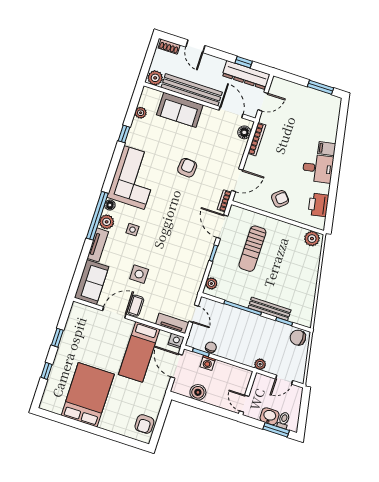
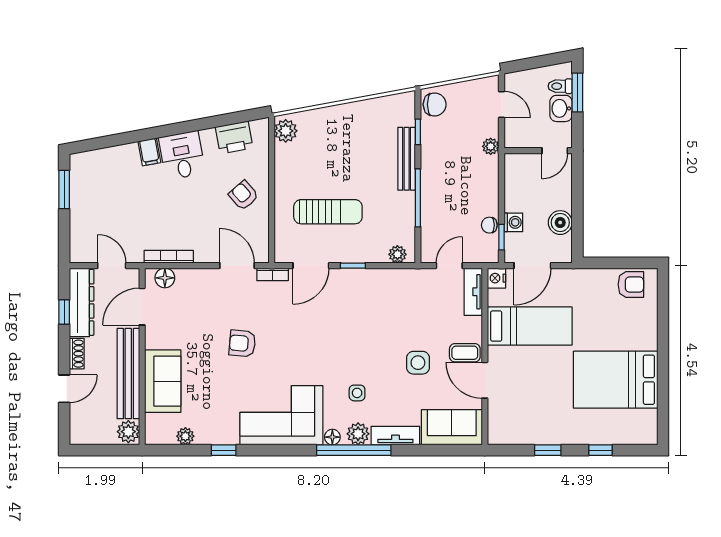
shoe rack: (169, 47) -> (77, 354), moved
chair: (298, 338) -> (435, 104), turned -90

